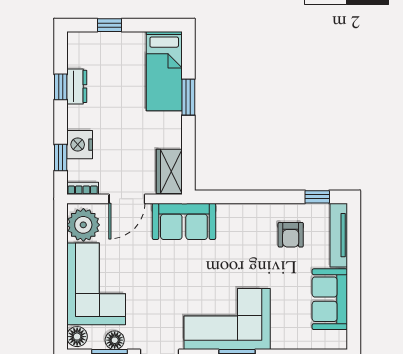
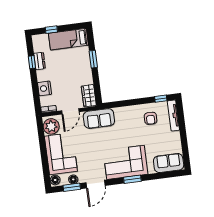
bed: (164, 71) -> (68, 39), moved, turned 90
window: (61, 158) -> (36, 96), removed
sofa: (330, 299) -> (169, 163), moved, turned 90

